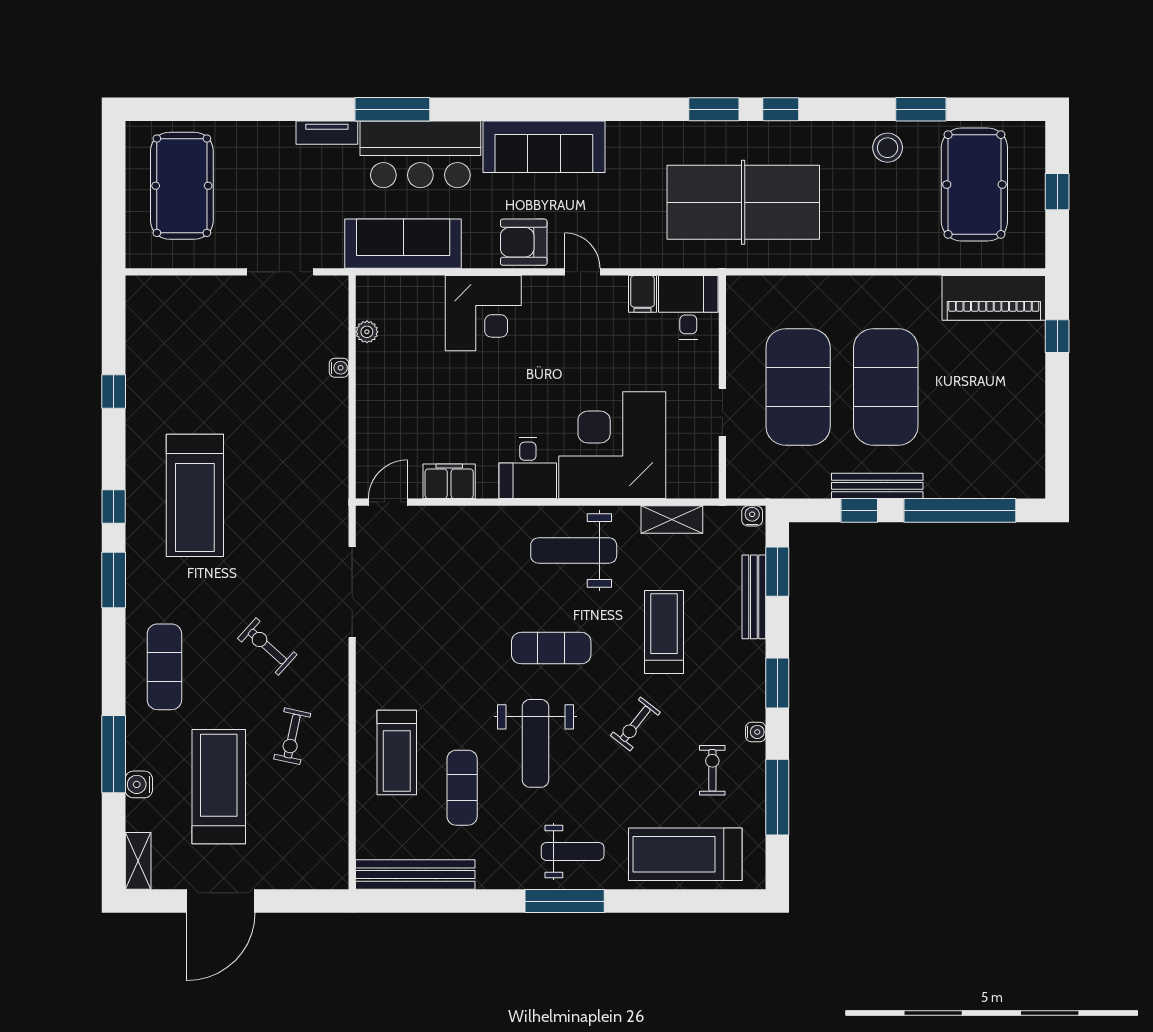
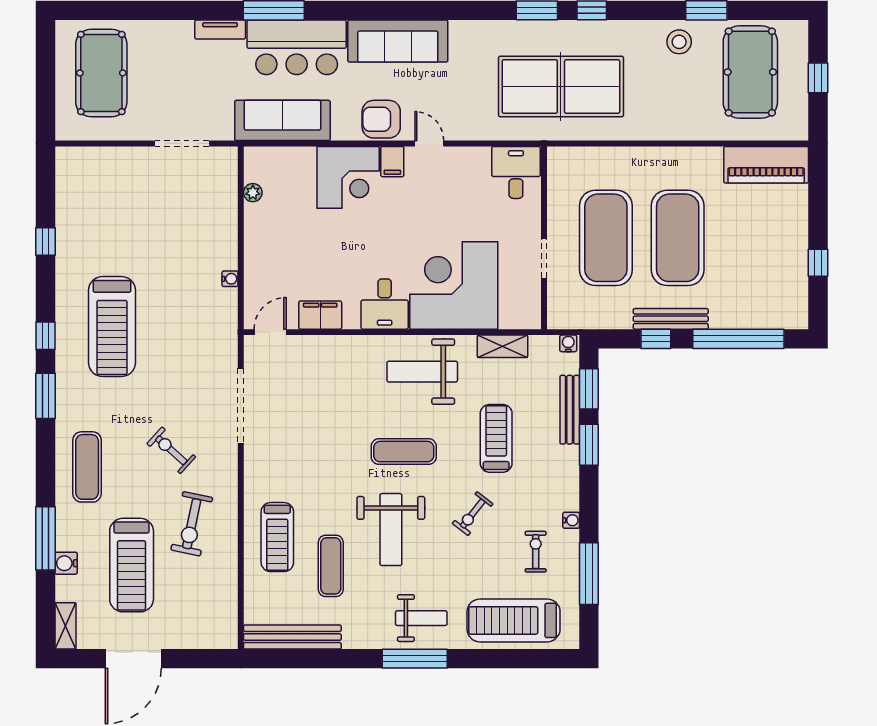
filing cabinet: (643, 294) -> (392, 162), moved
window: (1057, 336) -> (818, 263), moved
water cooler: (339, 368) -> (230, 279), moved
window: (777, 683) -> (589, 445), moved
exercise bike: (292, 736) -> (192, 524), width x1.38, depth x1.39
treadmill: (219, 787) -> (132, 565), turned 180

